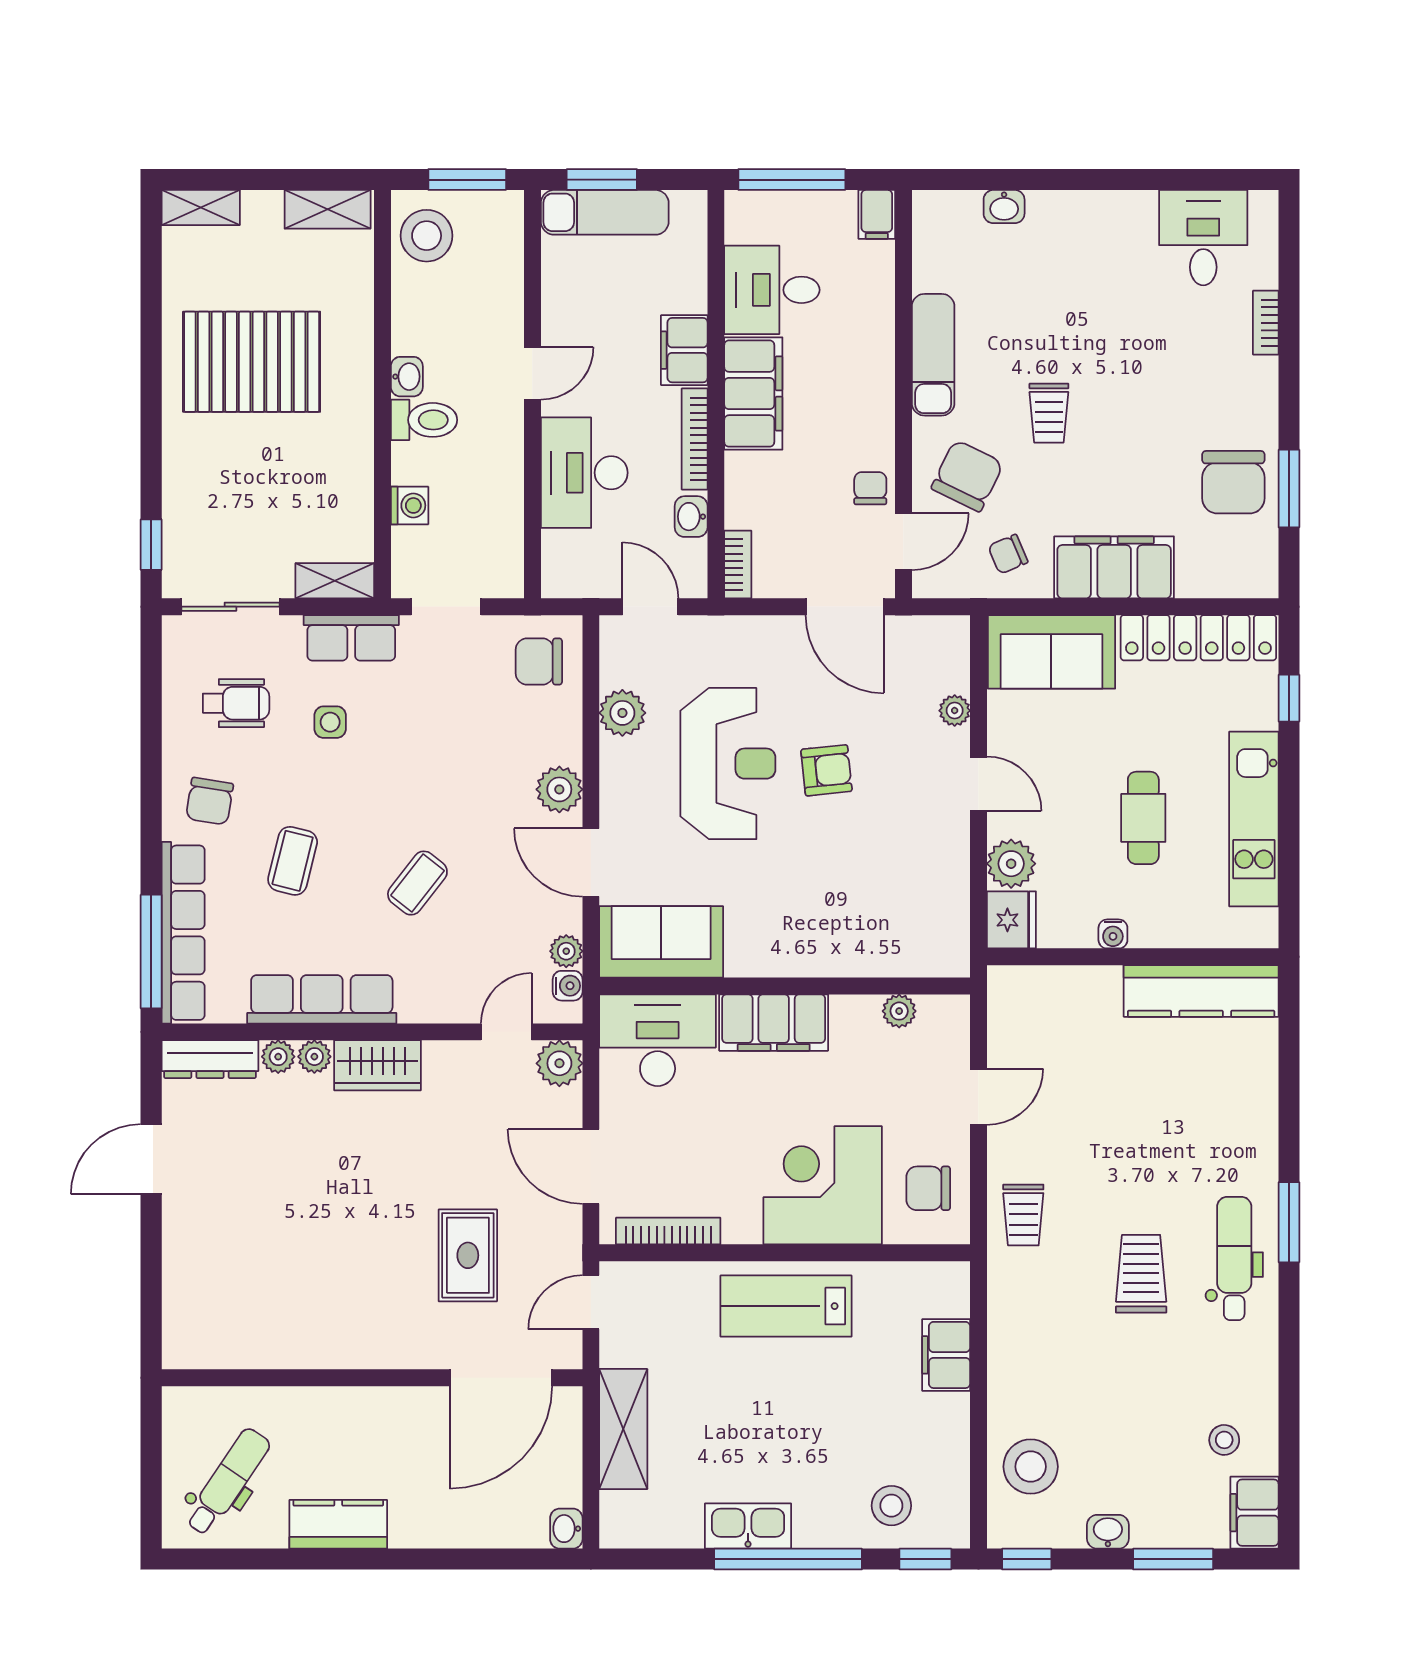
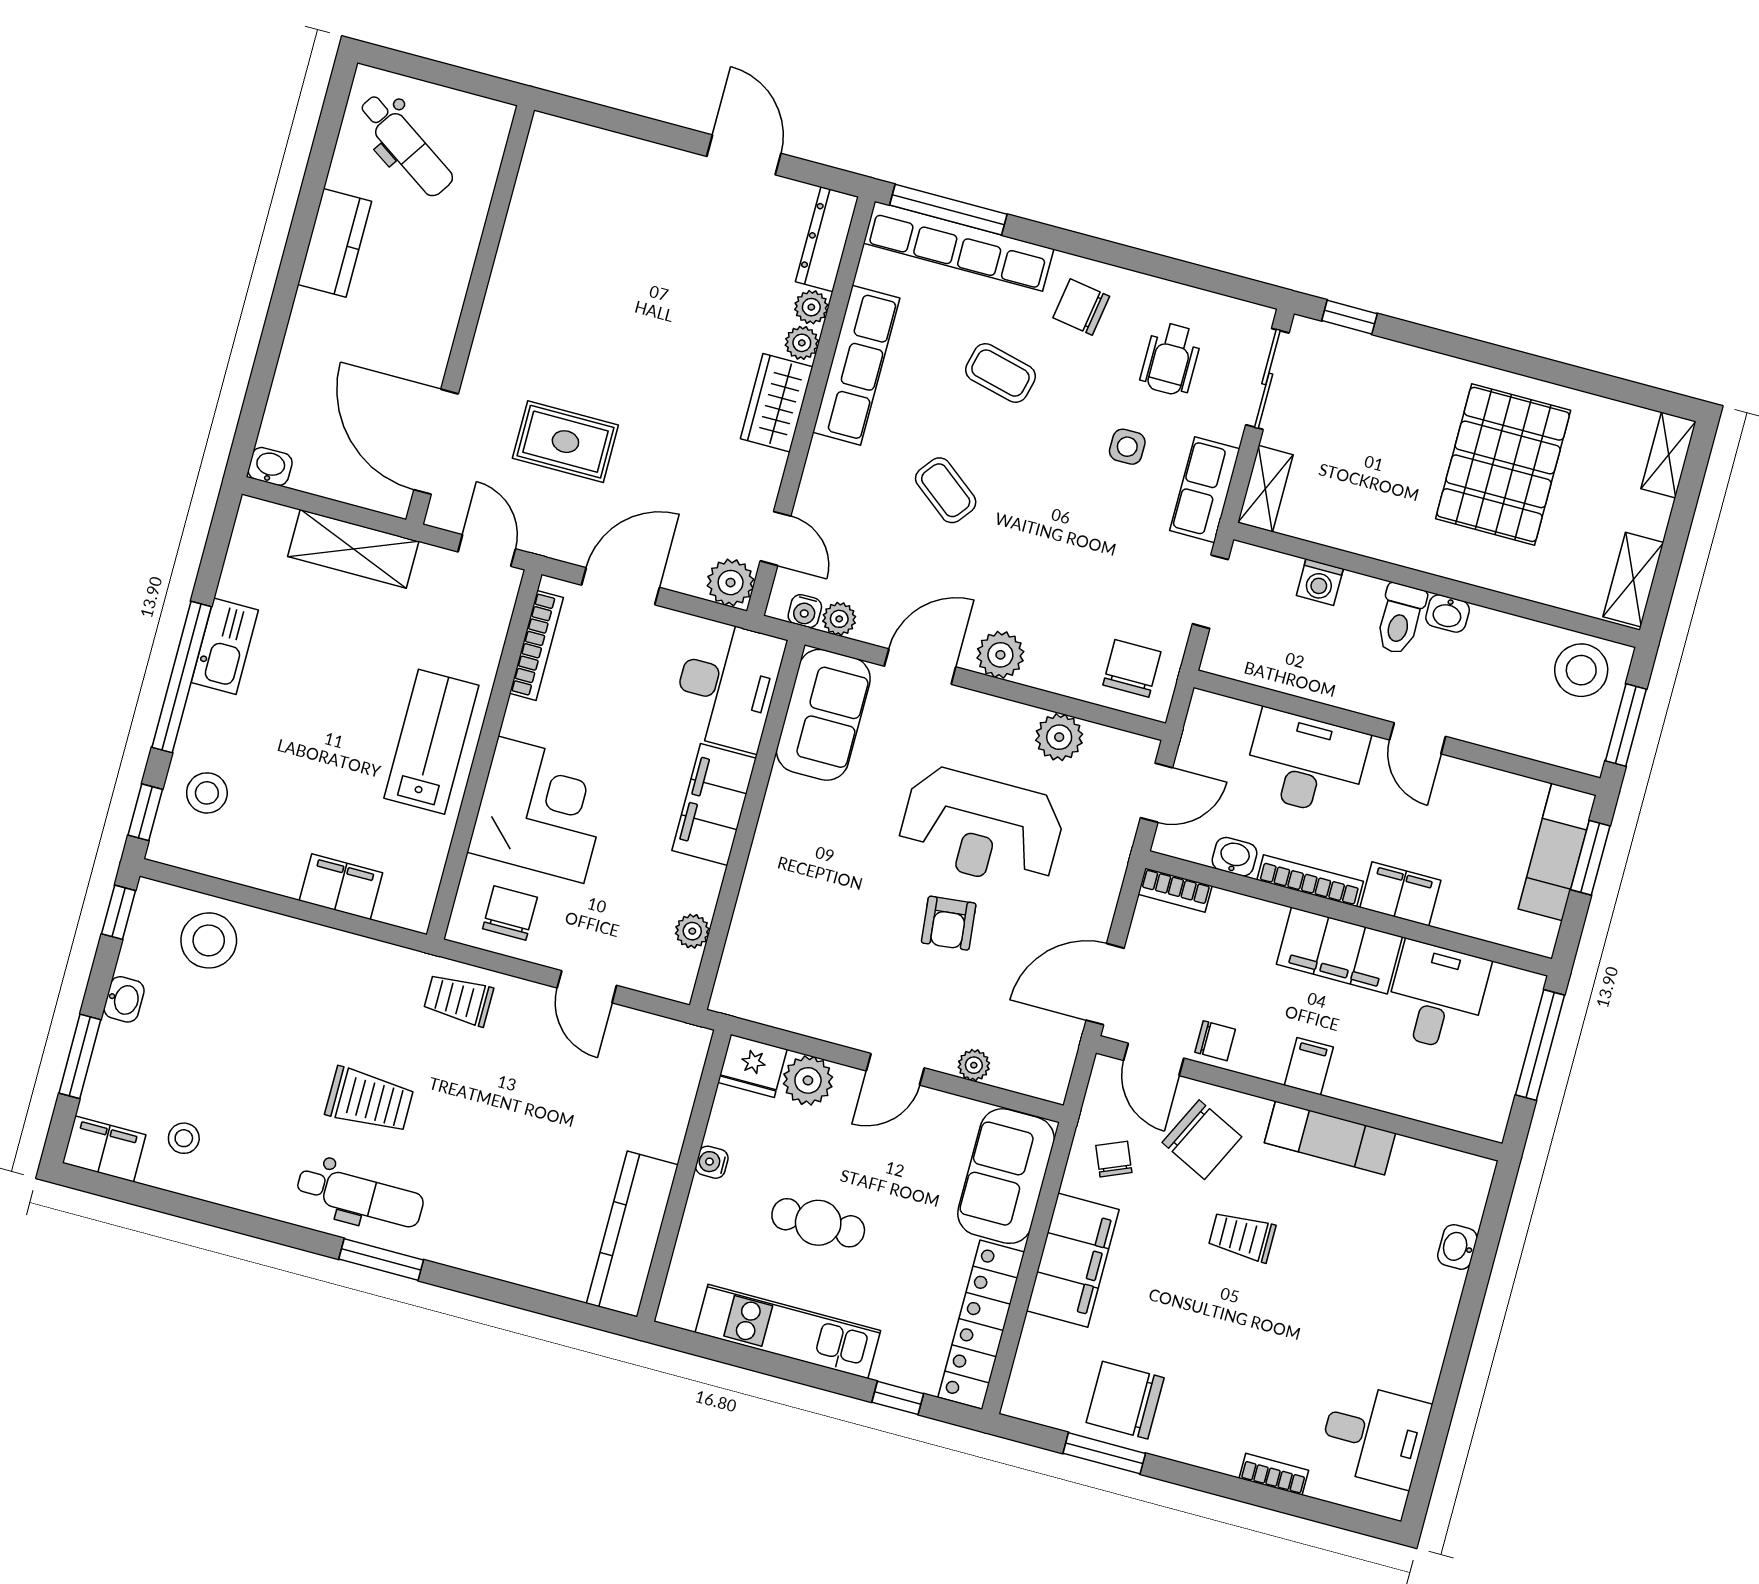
filing cabinet: (877, 214) -> (1309, 1066), moved, turned 90

